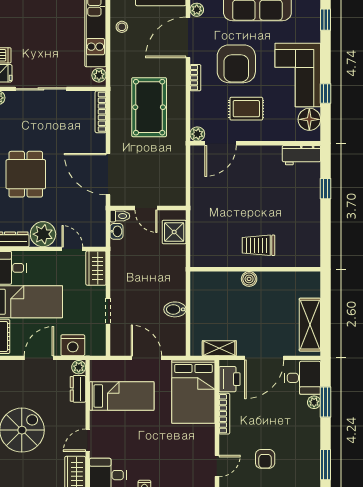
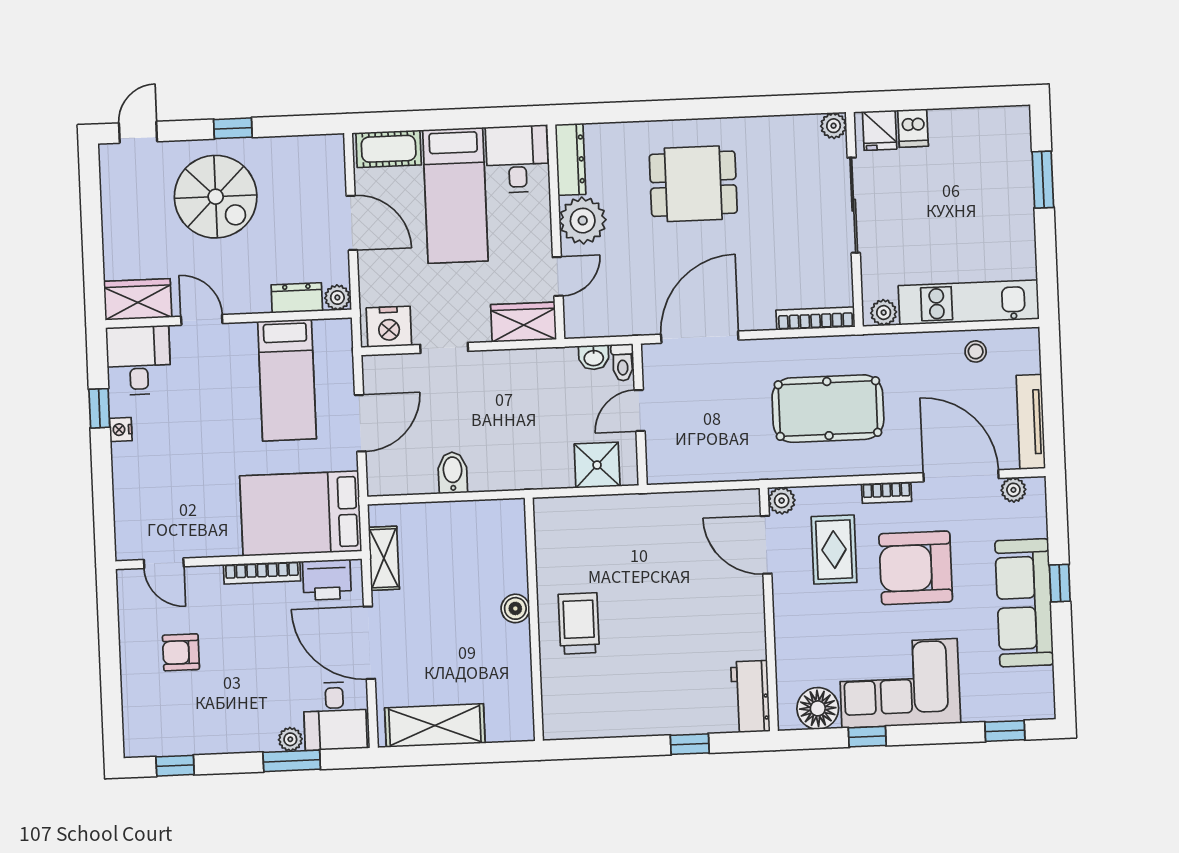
rug: (246, 109) -> (834, 550), moved
nightstand: (73, 345) -> (389, 327), moved, turned -90
window: (326, 465) -> (175, 766), width x0.67

